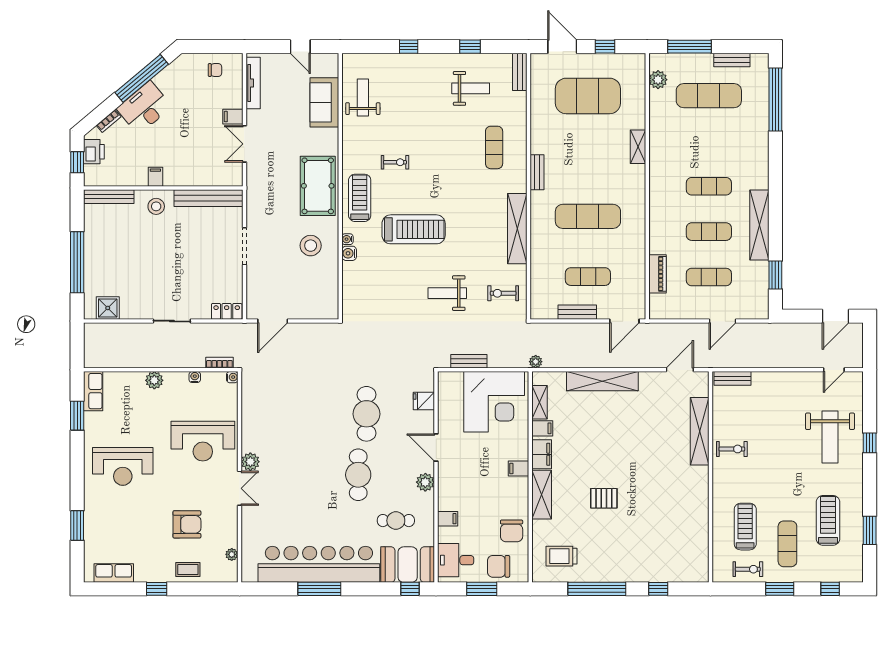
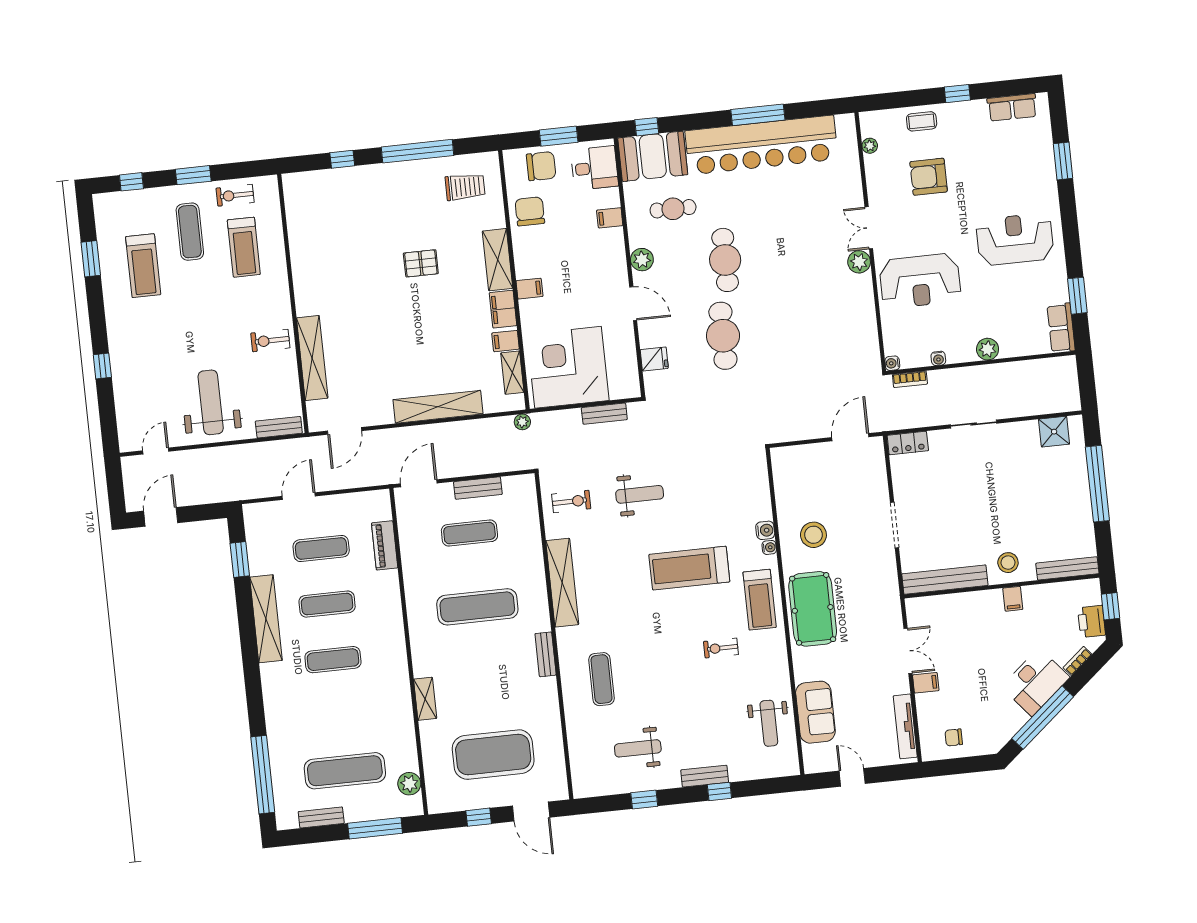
bench: (520, 72) -> (705, 776), moved, turned 90
weight bench: (830, 437) -> (211, 402), moved
reception desk: (203, 441) -> (920, 281), turned 180

